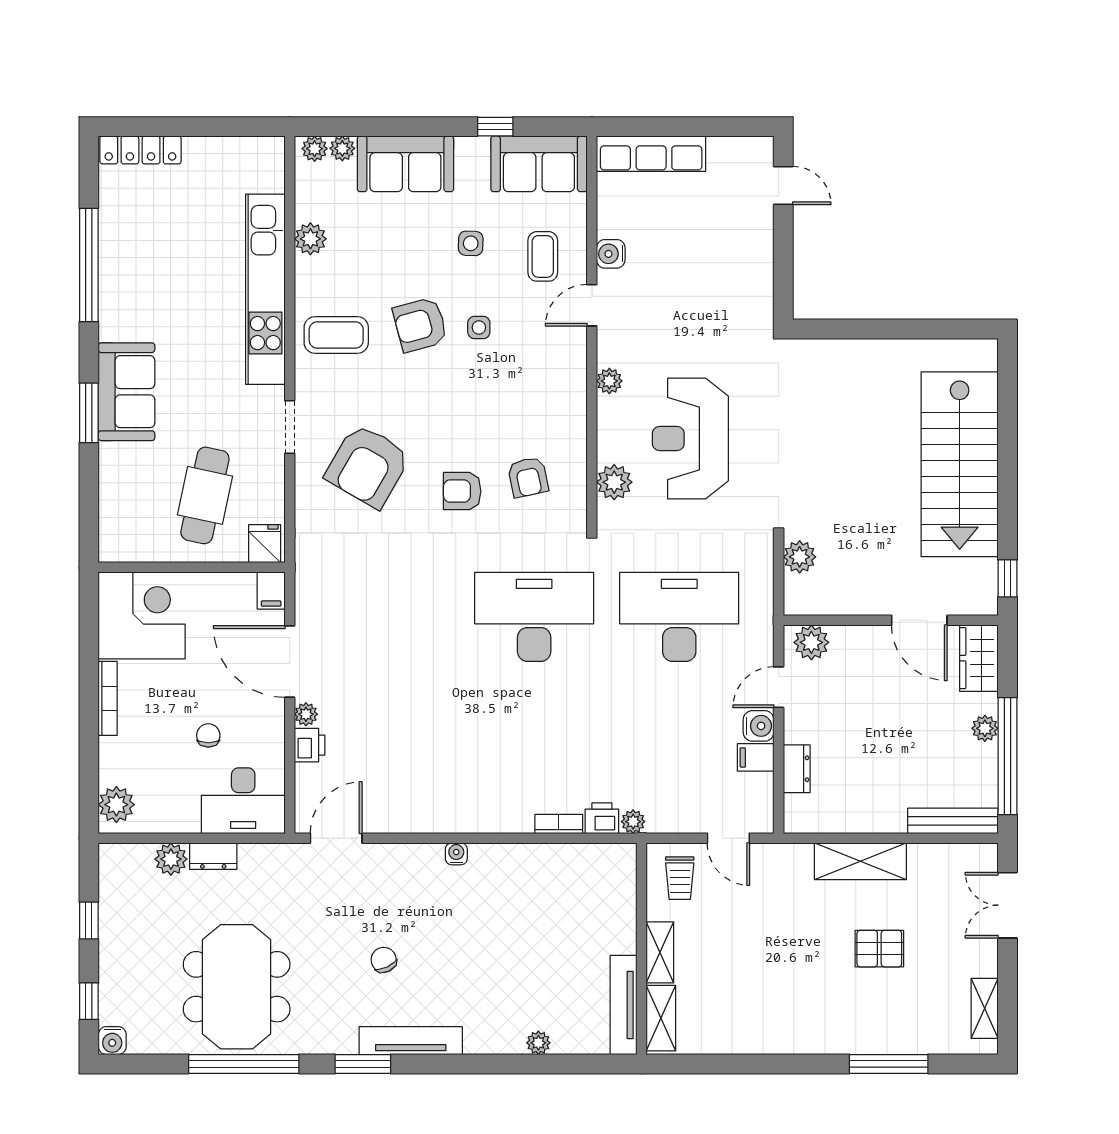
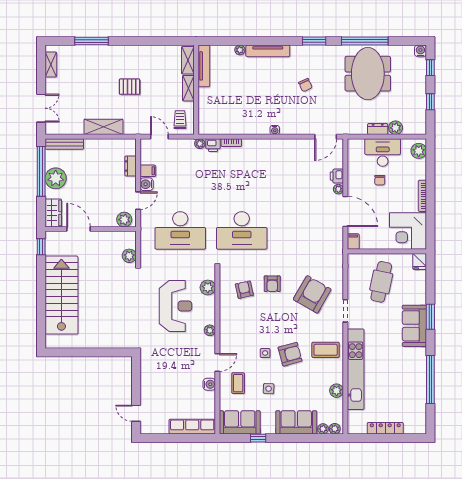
locker: (140, 150) -> (385, 428), moved
armchair: (462, 491) -> (272, 284), turned 90
fridge: (265, 544) -> (420, 261), moved
plant: (985, 728) -> (56, 178), width x1.87, depth x1.87
desk: (243, 801) -> (383, 153), moved
pallet: (879, 949) -> (130, 87), moved
tv unit: (411, 1041) -> (268, 51), moved

